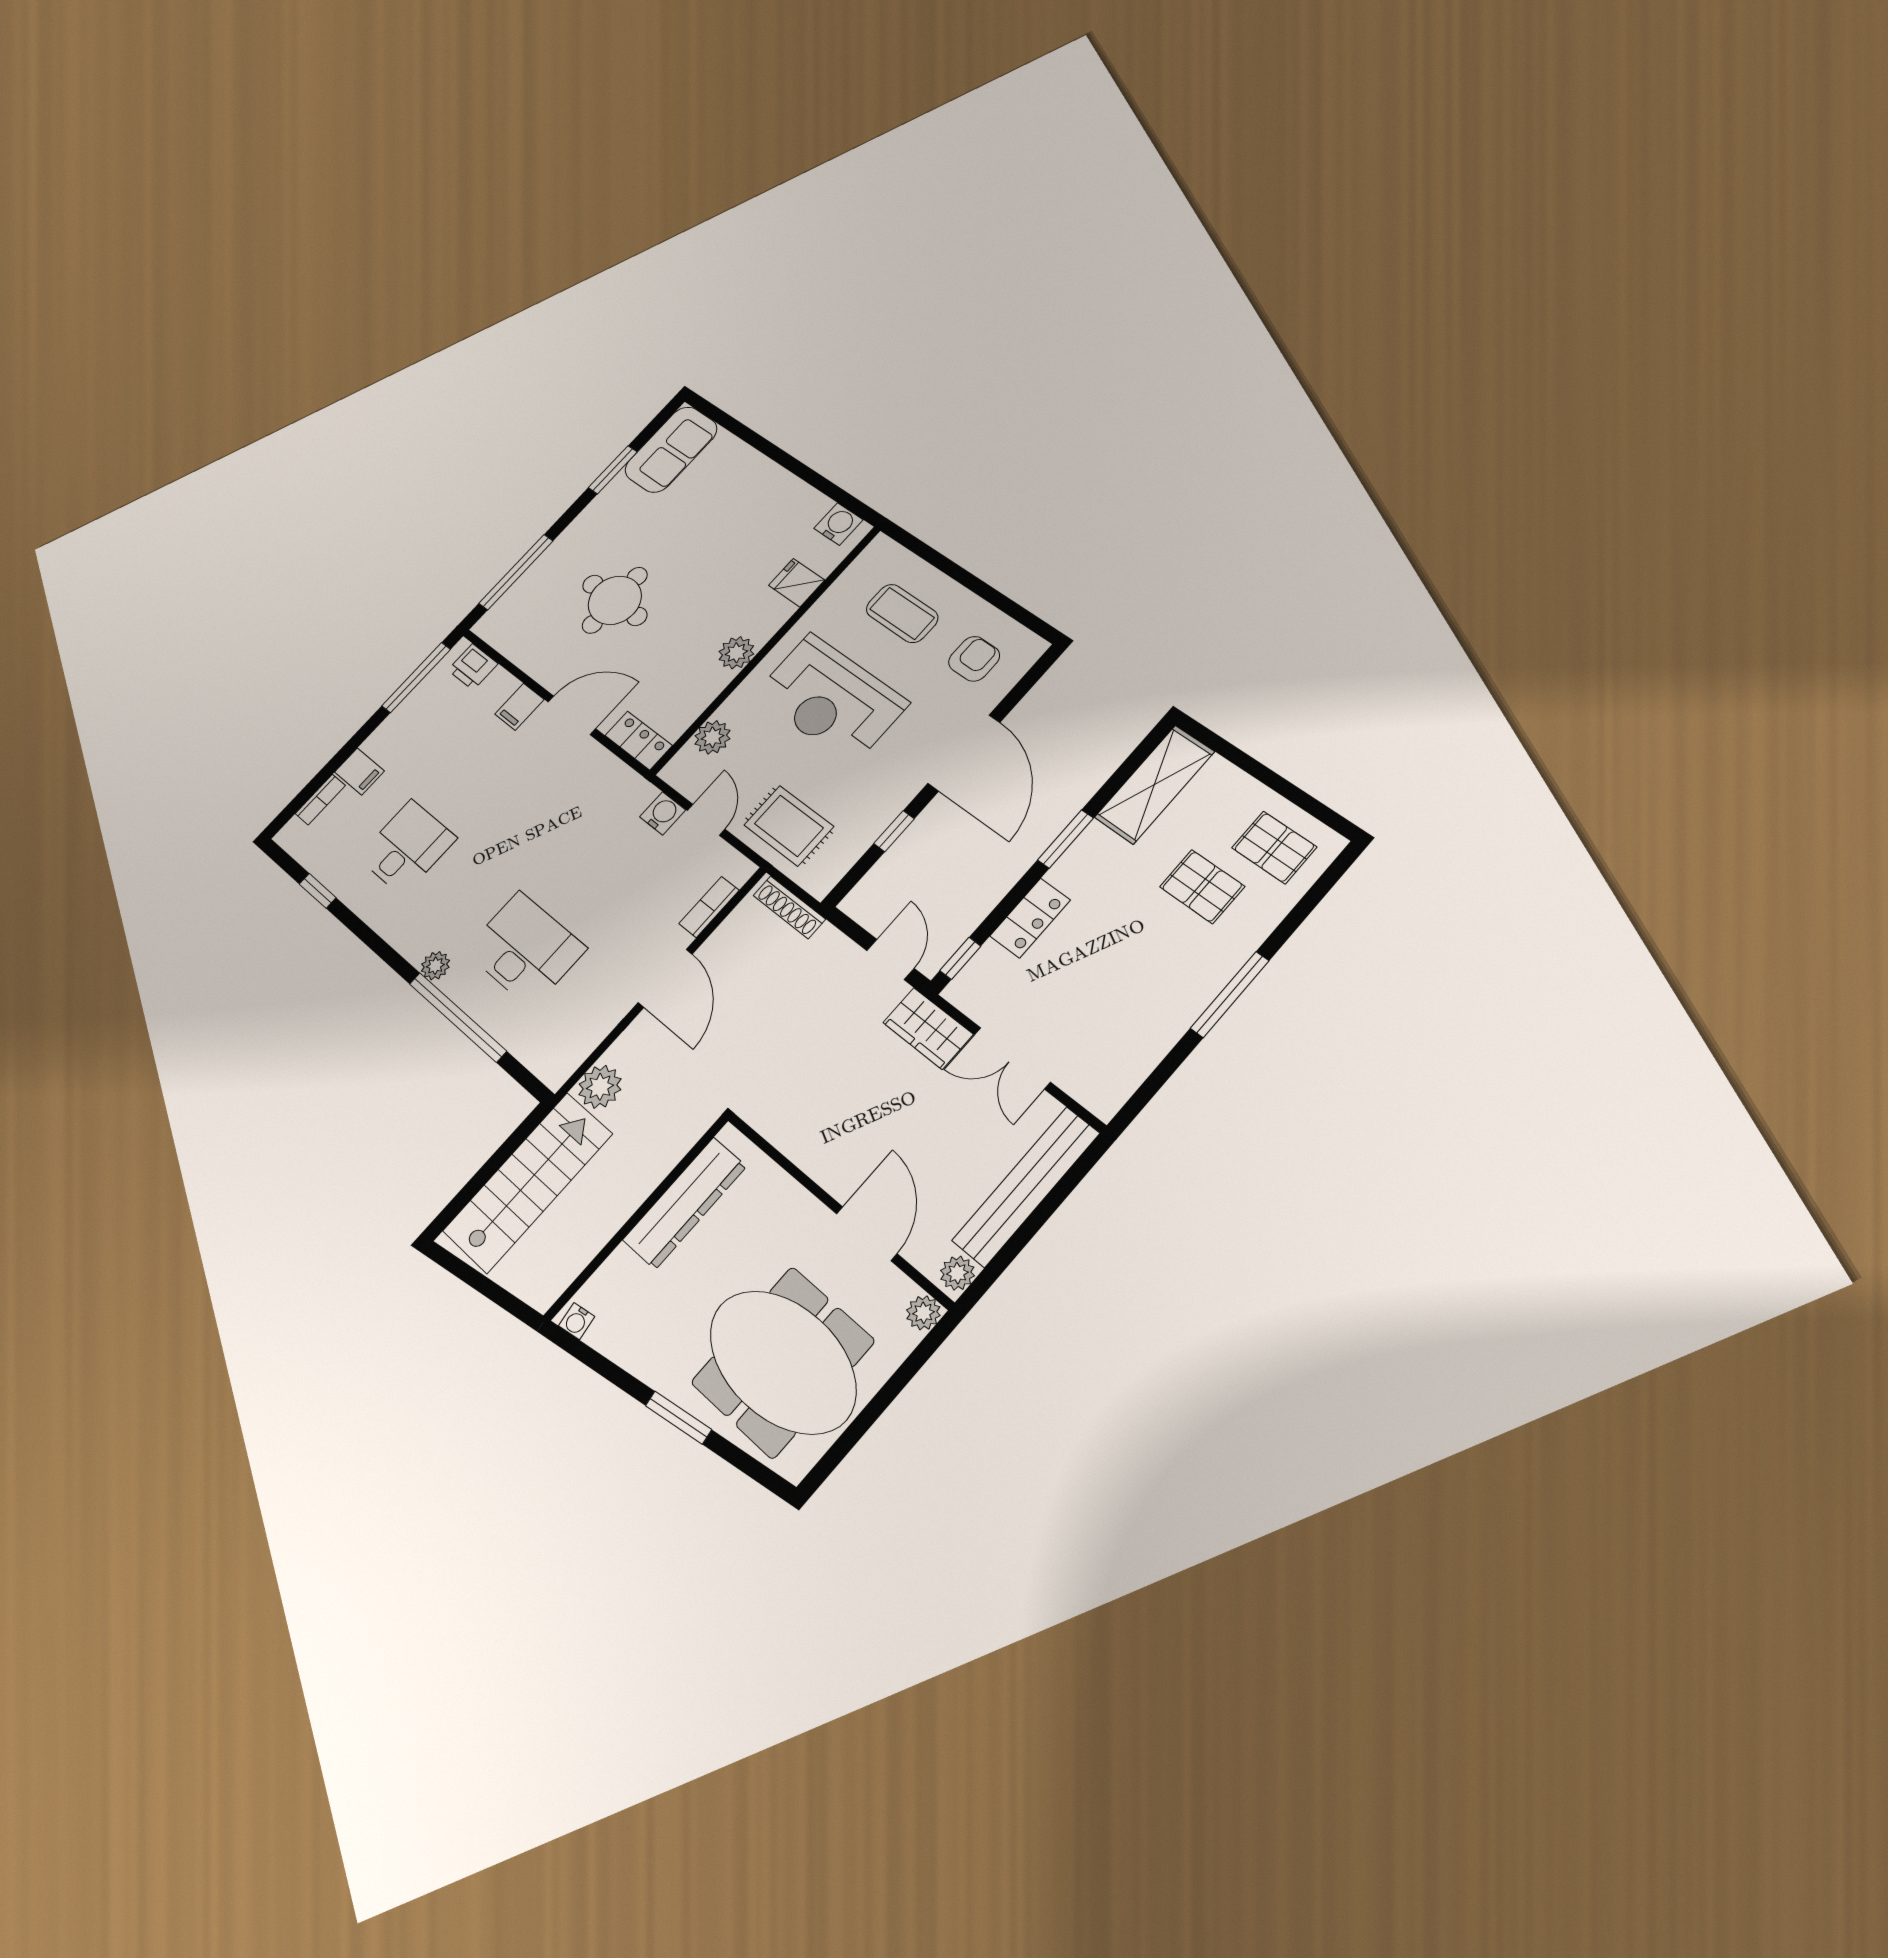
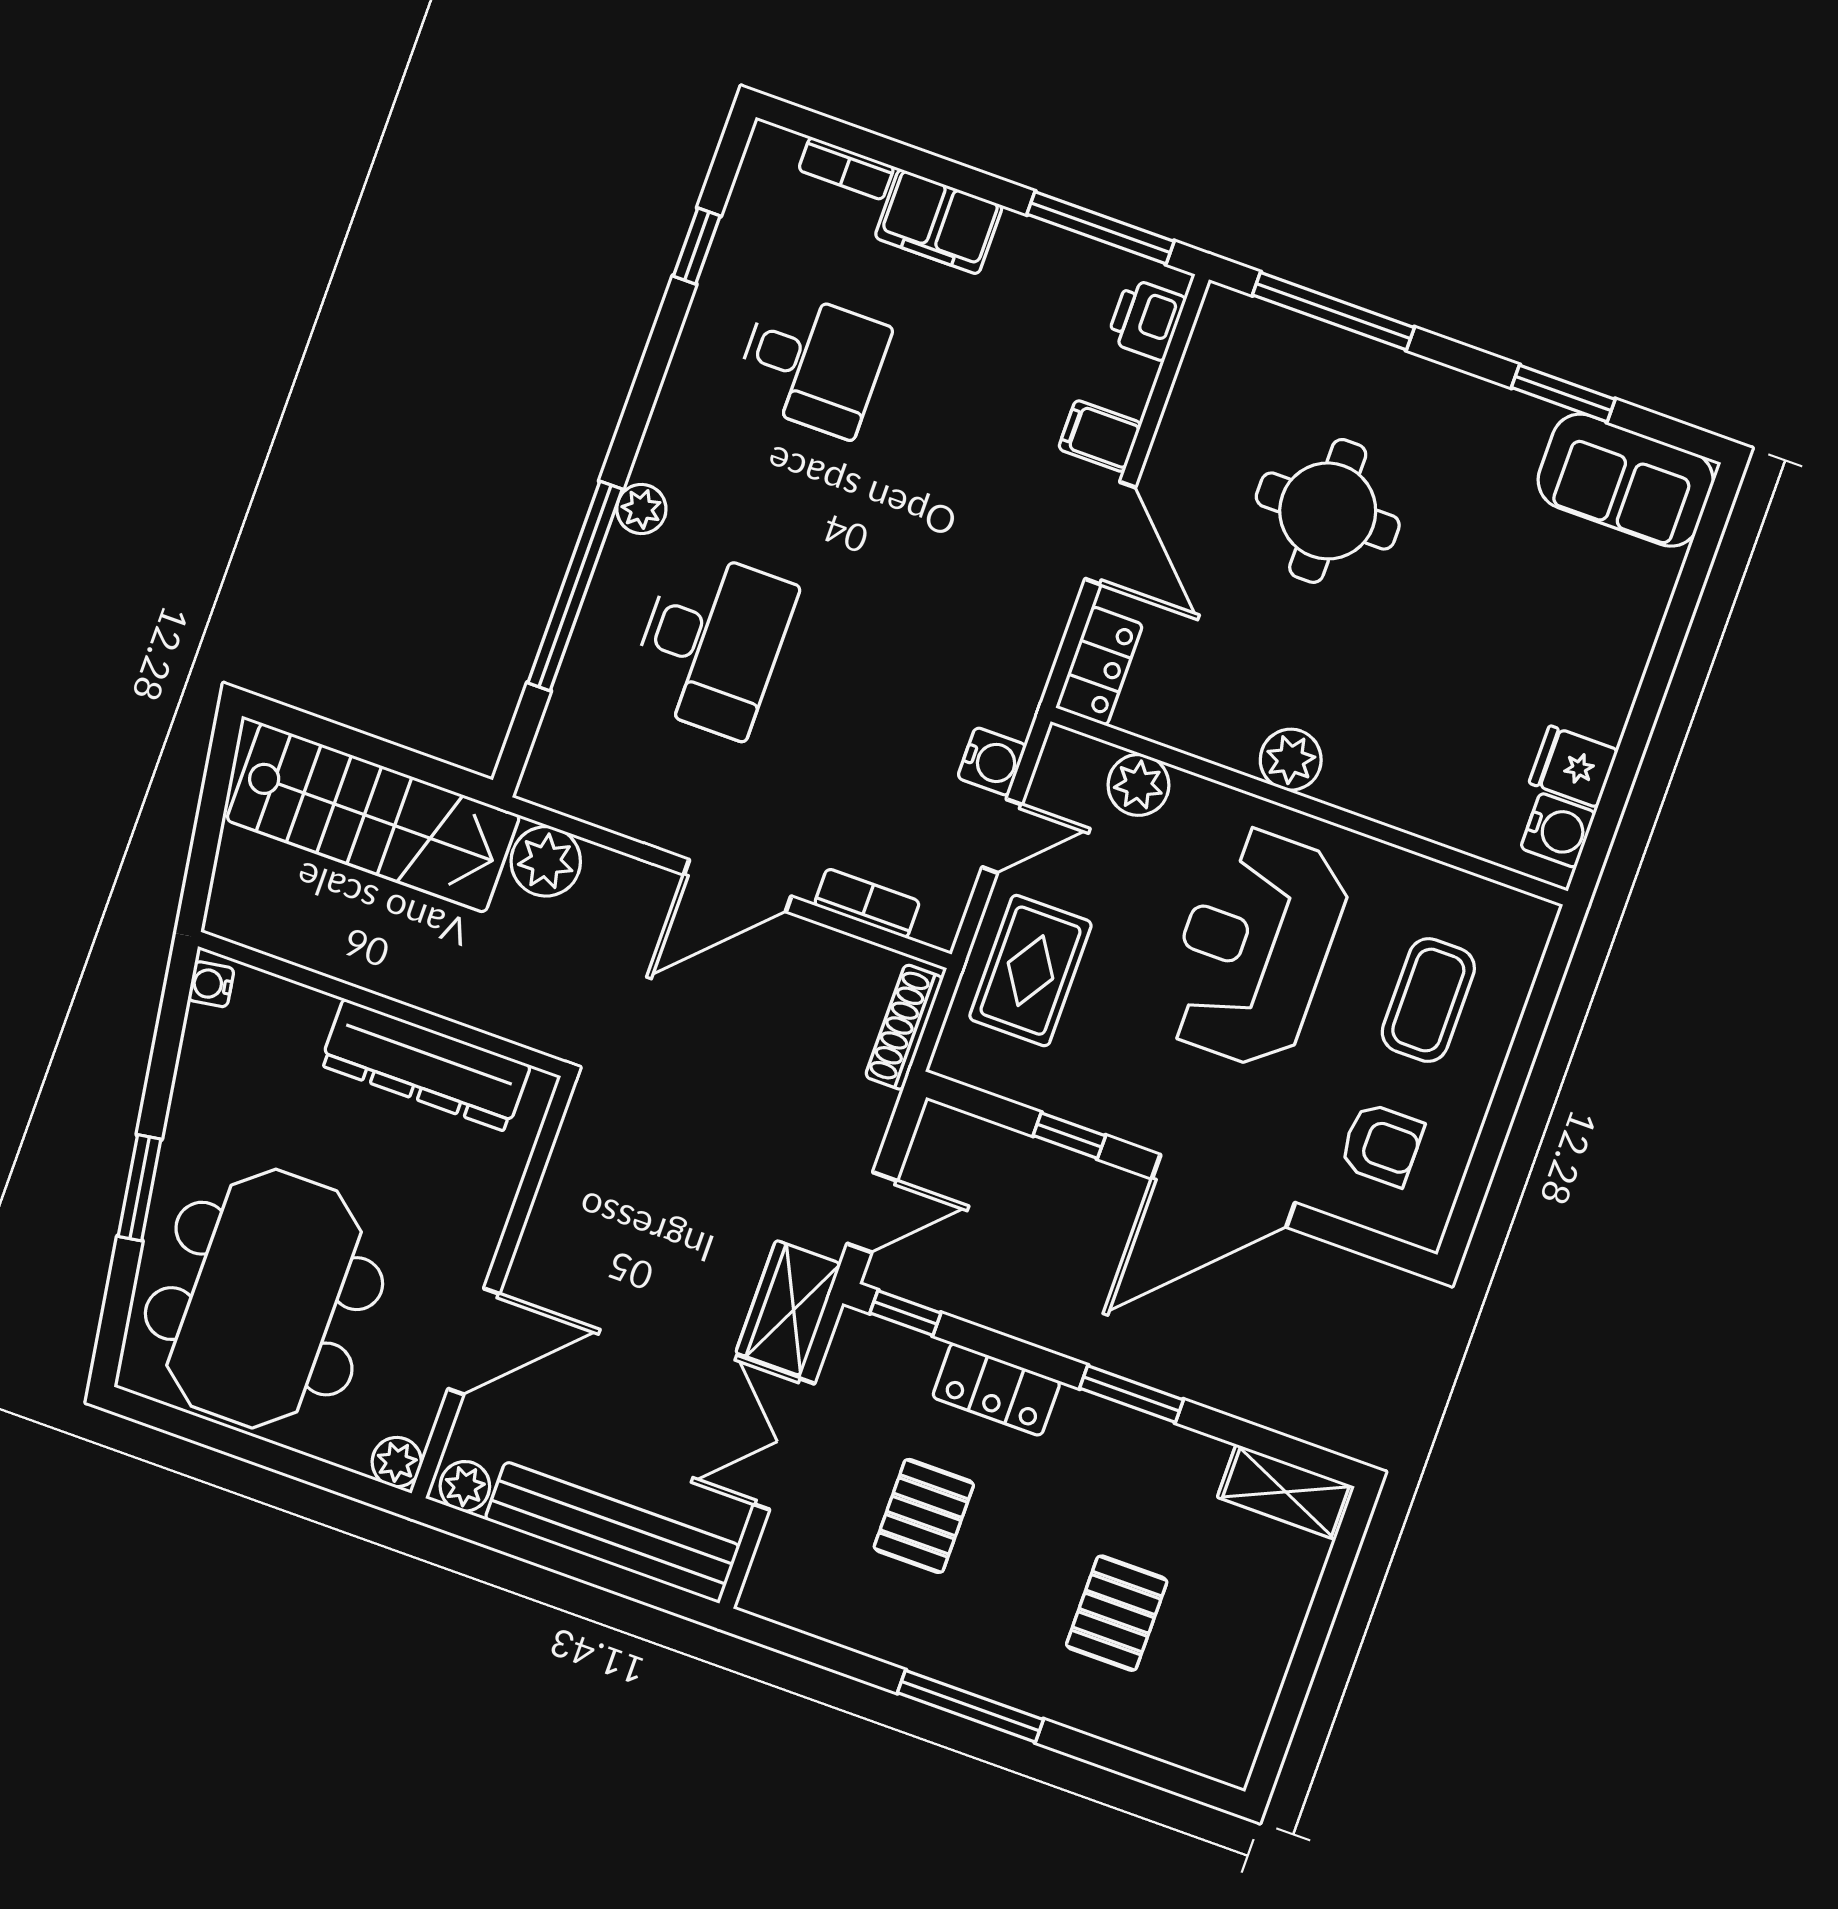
fridge: (797, 583) -> (1574, 766), moved, turned -90
filing cabinet: (359, 771) -> (939, 222), width x2.00
shelving: (1154, 784) -> (1286, 1492), width x0.67, depth x0.75
pallet: (1274, 847) -> (924, 1516), moved

